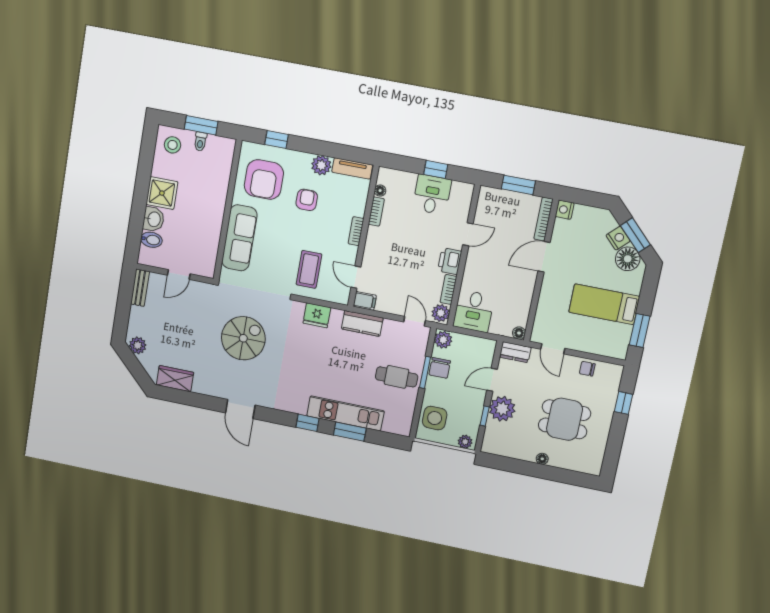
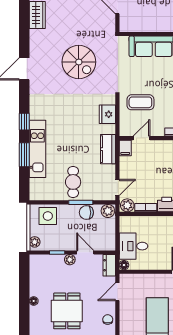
desk: (474, 311) -> (133, 246), moved
plant: (502, 409) -> (70, 260), width x0.53, depth x0.53

